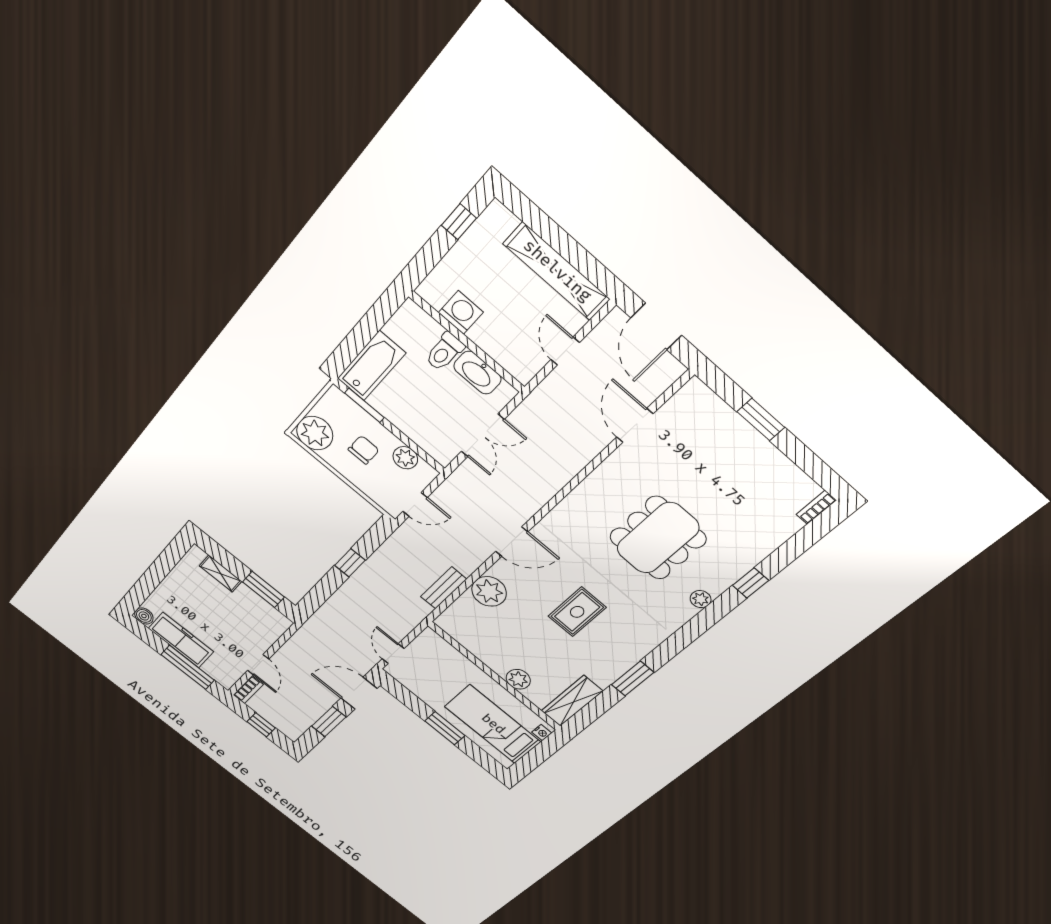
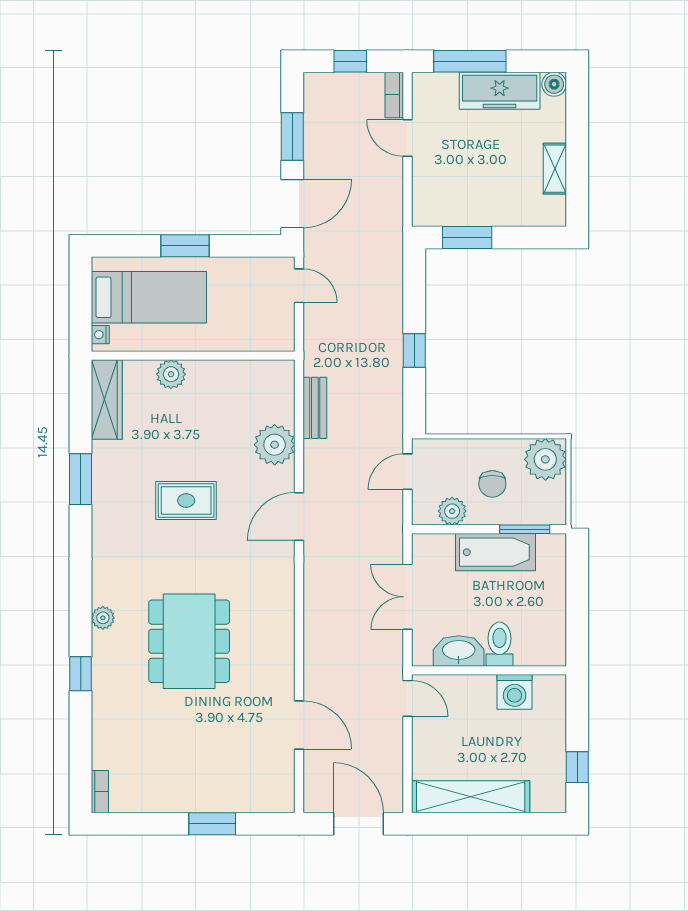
door: (565, 351) -> (408, 698), moved
bathtub: (371, 366) -> (495, 552), moved, turned -90
shelving: (221, 574) -> (555, 169), moved, turned 90
rug: (577, 612) -> (186, 501), turned 90

